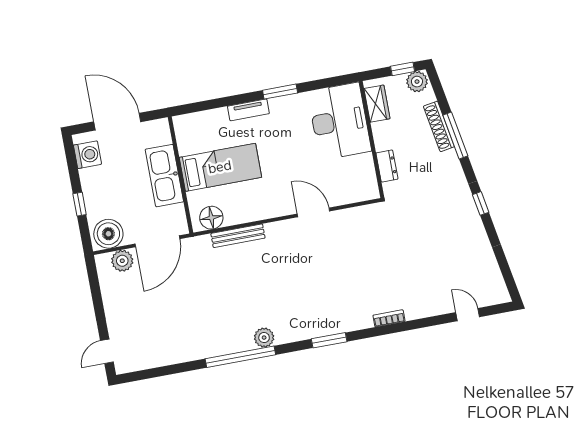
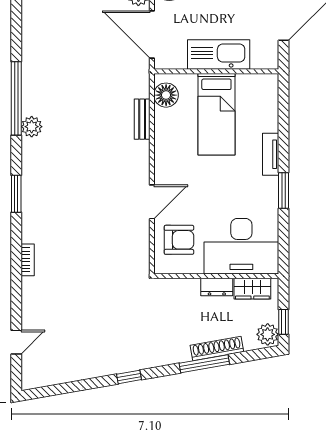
dresser: (387, 166) -> (217, 287), moved
armchair: (344, 181) -> (179, 240), added
bench: (238, 236) -> (142, 119), width x0.73

